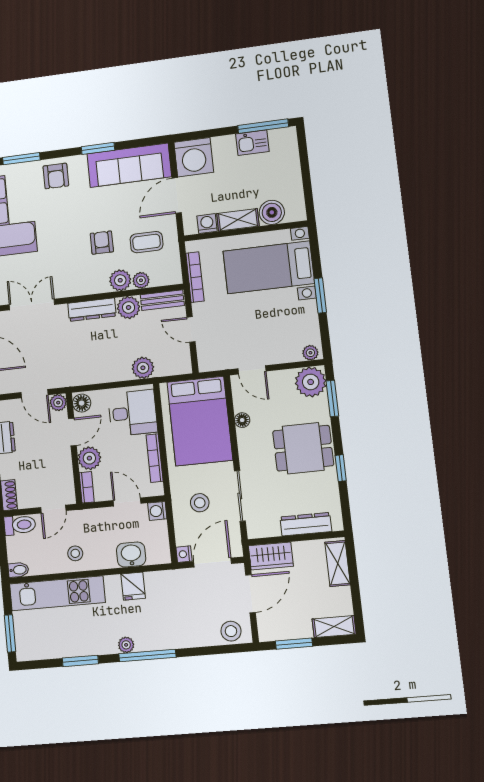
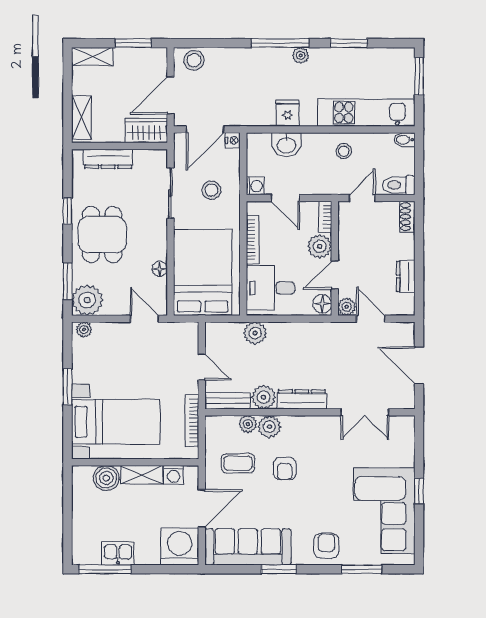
dining table: (303, 448) -> (102, 235), turned 90

